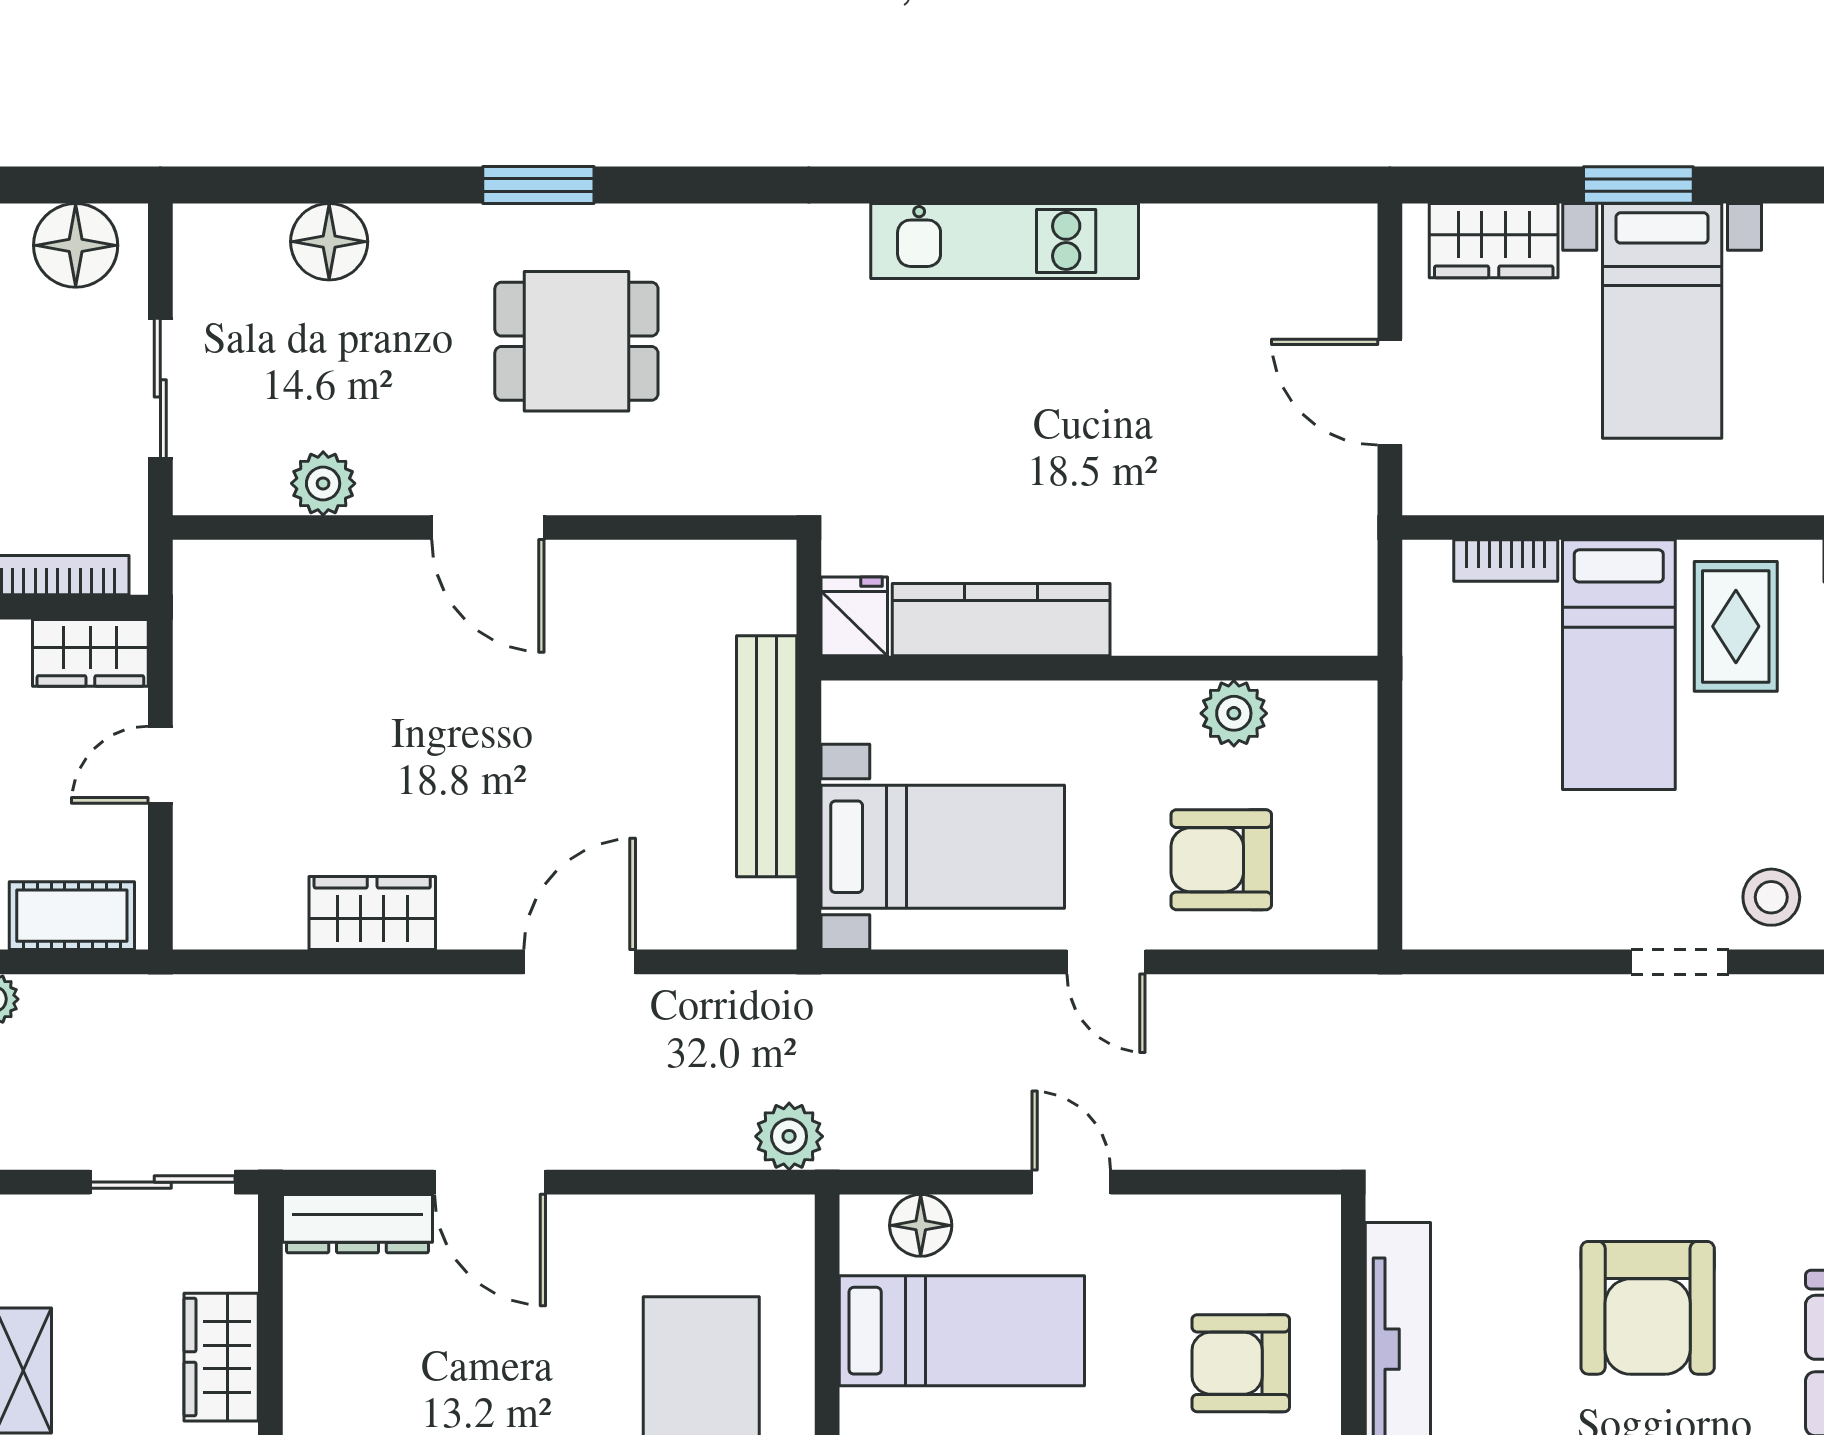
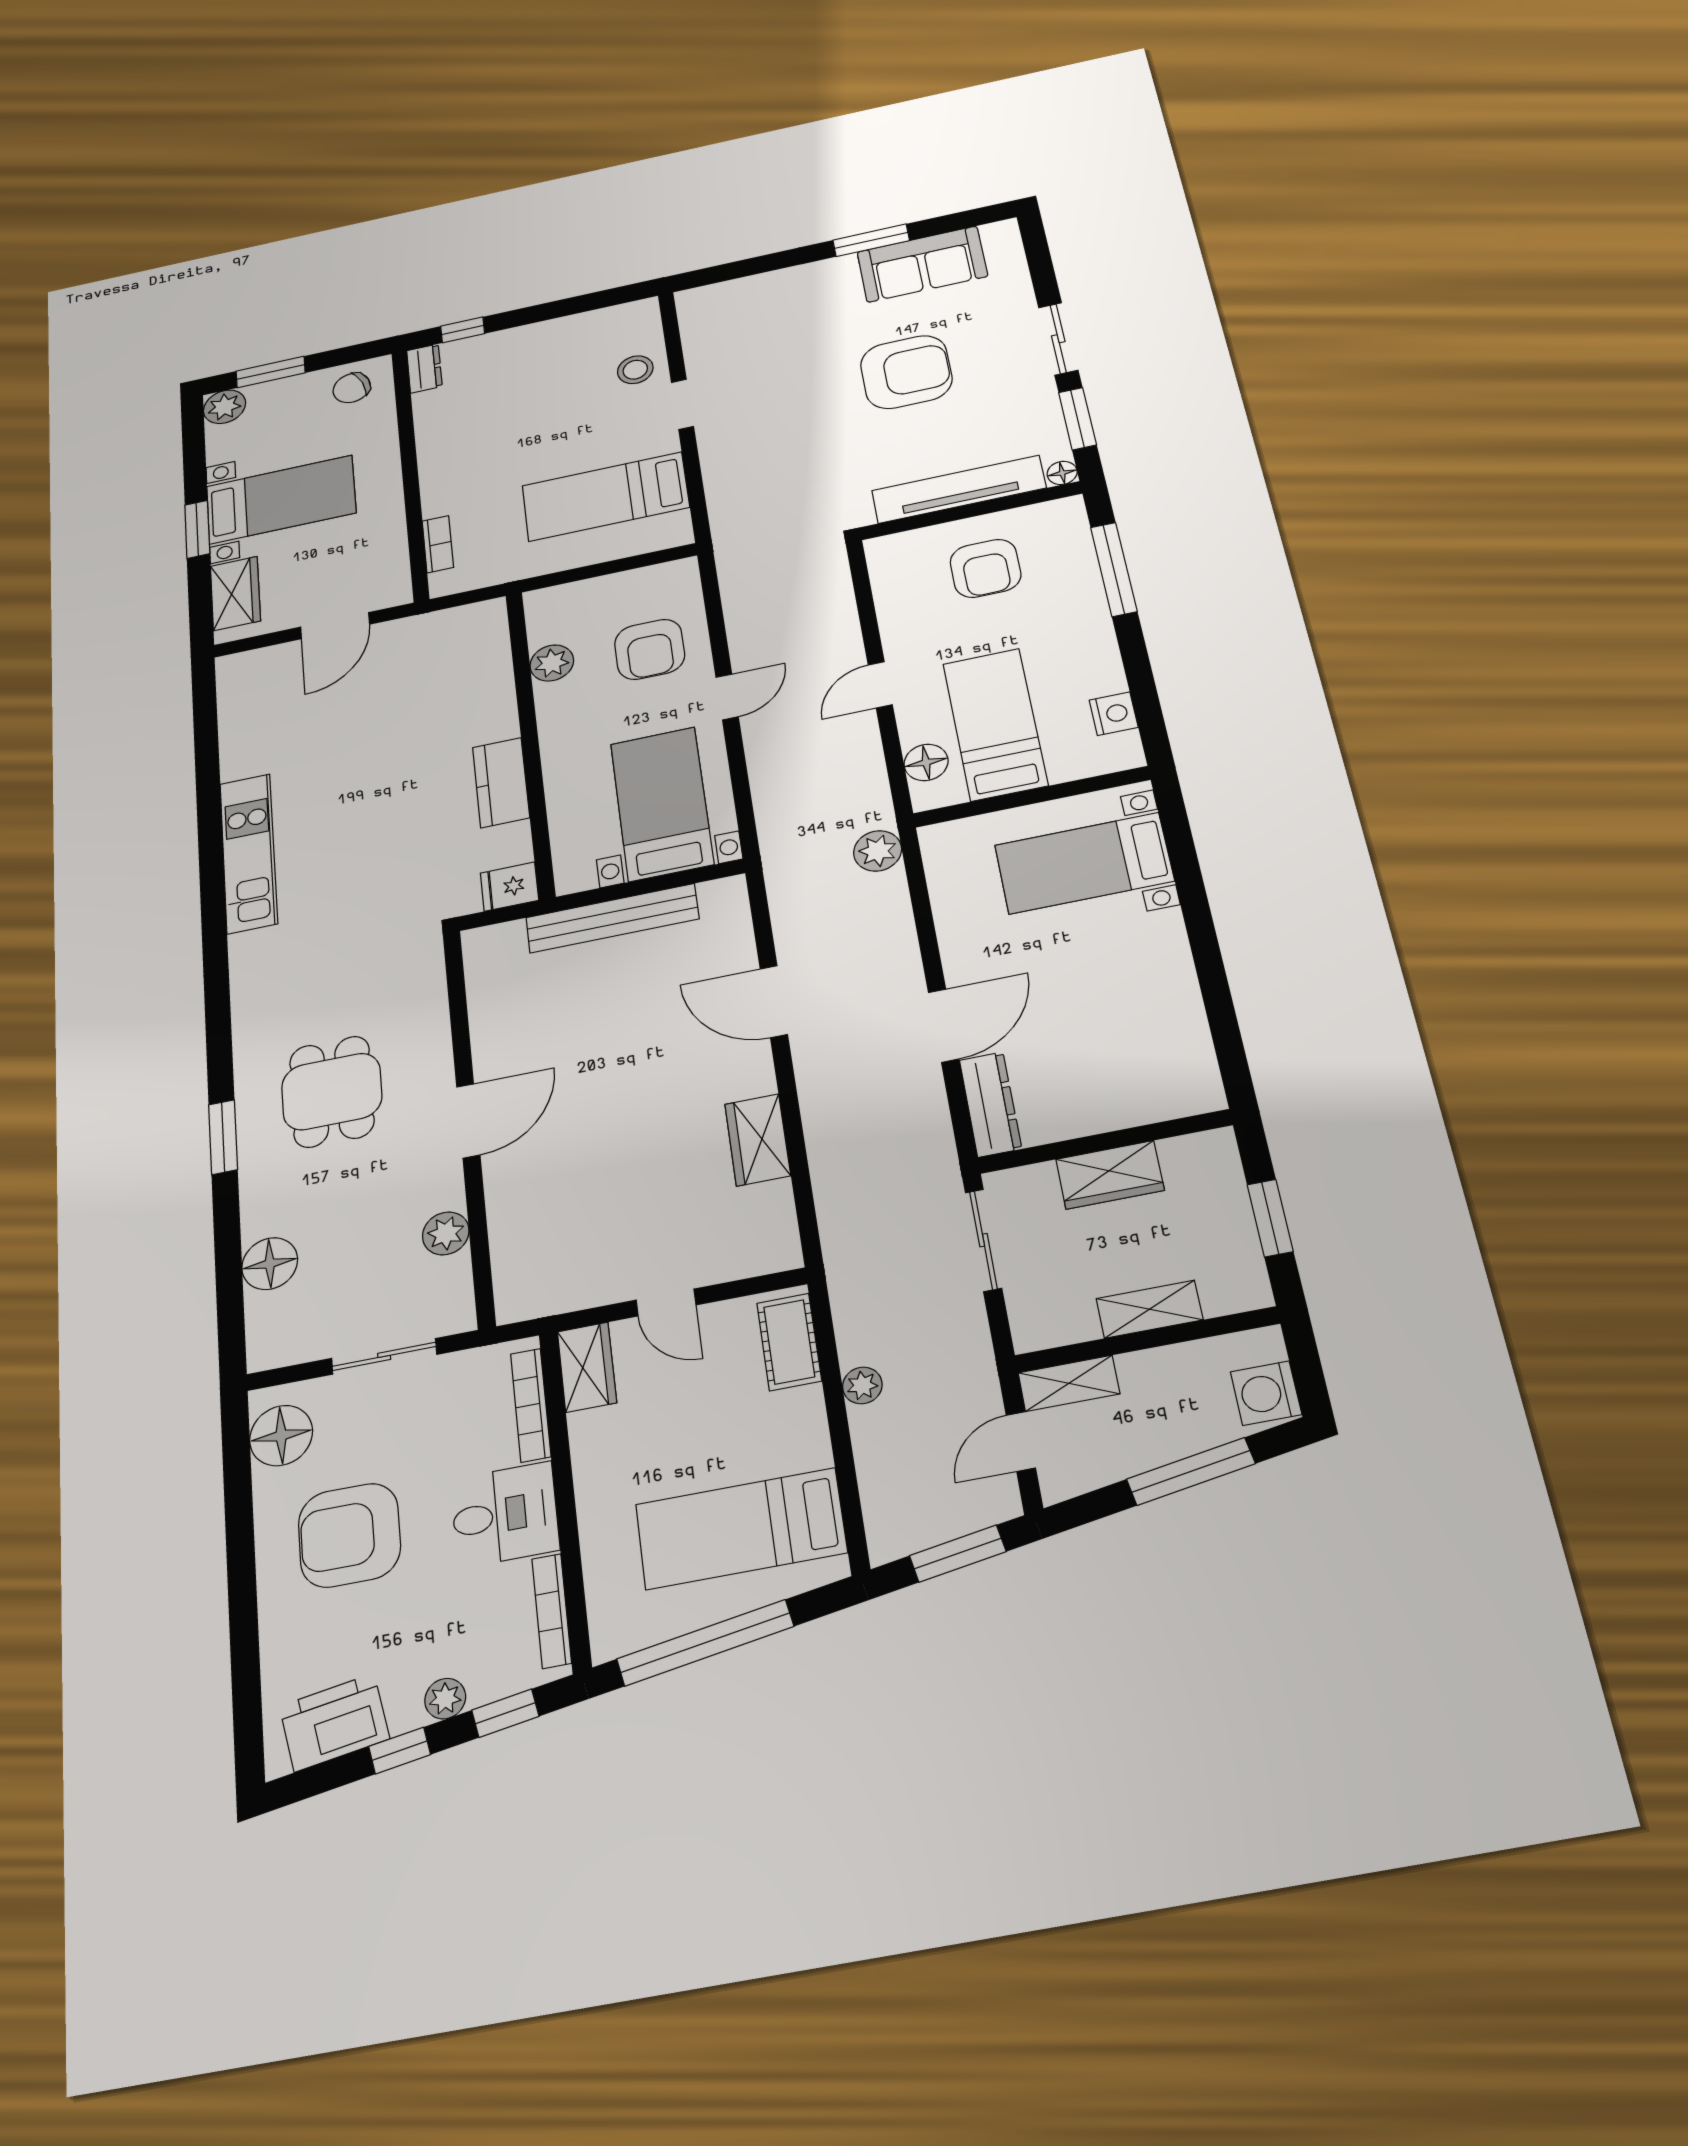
kitchen counter: (1001, 620) -> (501, 782), width x0.67
rug: (1736, 626) -> (468, 423), removed
bed: (1619, 665) -> (605, 497), moved, turned 180

